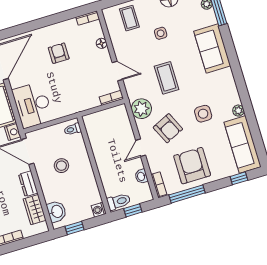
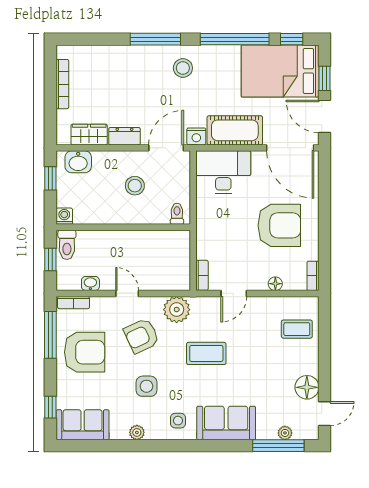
side table: (161, 33) -> (178, 421), moved
armchair: (59, 53) -> (279, 225), width x1.88, depth x1.88
sofa: (243, 144) -> (83, 425), width x0.73

